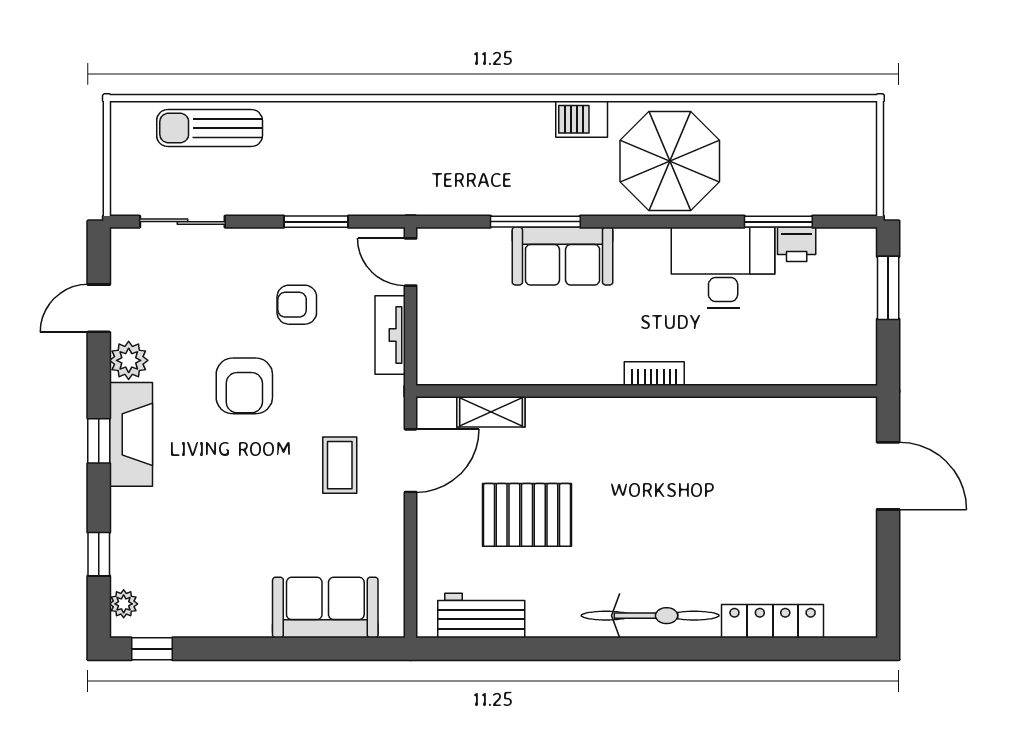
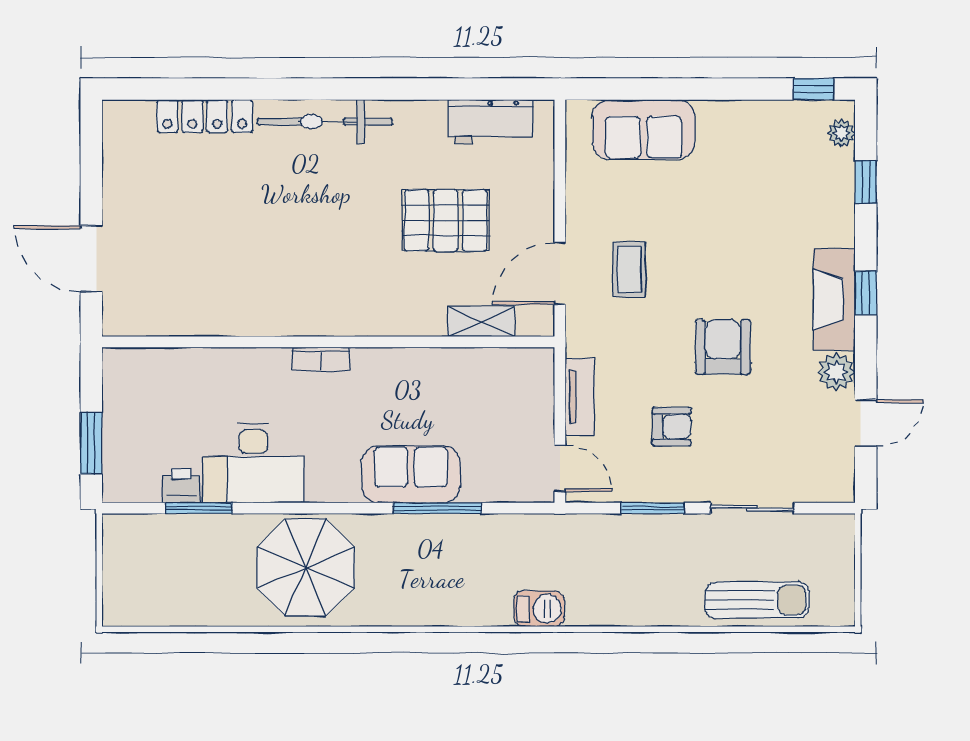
barbecue: (582, 119) -> (539, 609), moved
sliding door: (182, 222) -> (752, 508), moved

